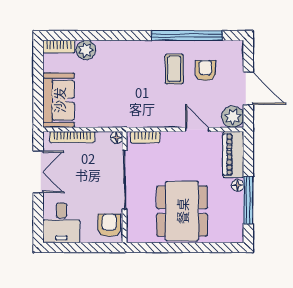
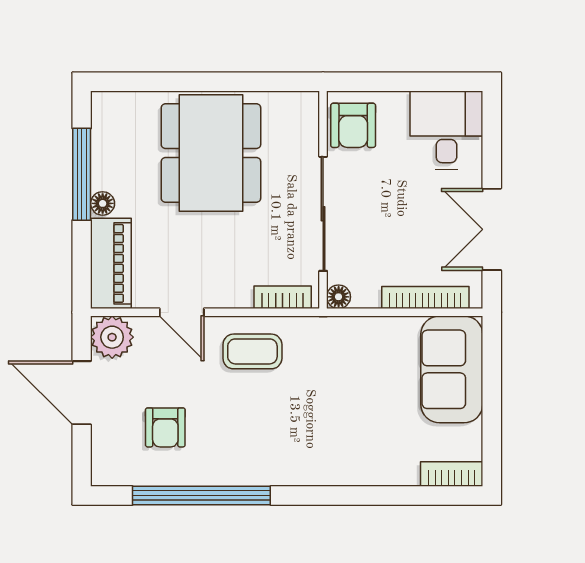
plant: (86, 50) -> (399, 467), removed
coffee table: (174, 69) -> (252, 351), moved, turned 90

